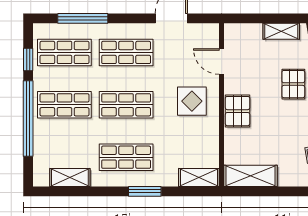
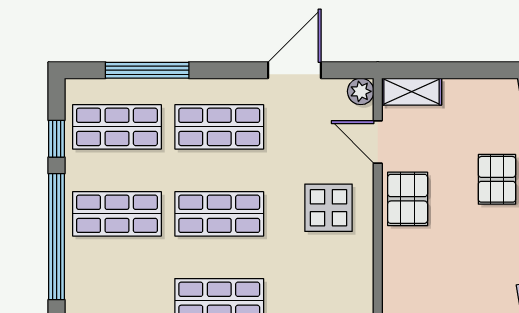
plant: (211, 31) -> (361, 91), added
shelving: (281, 31) -> (412, 92), moved
pallet: (238, 111) -> (408, 199), moved

